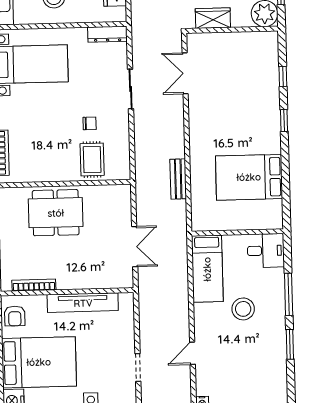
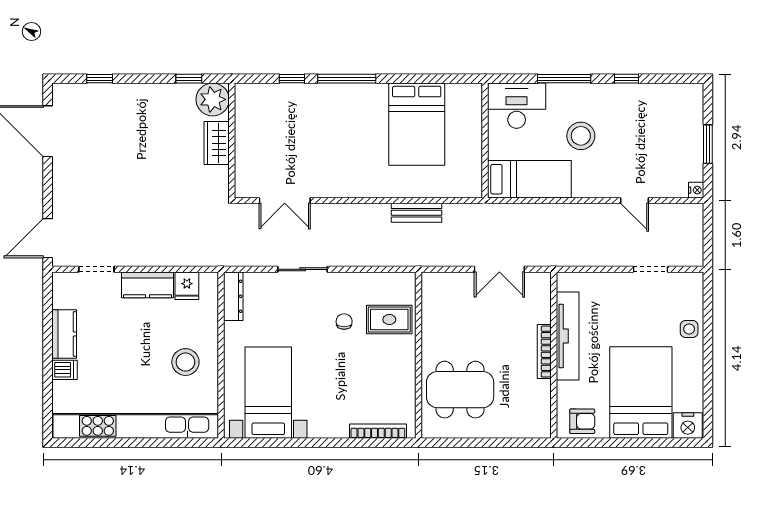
wardrobe: (213, 18) -> (217, 143), moved
window: (284, 120) -> (347, 79), width x2.17
dining table: (56, 213) -> (460, 390), moved, turned 90
double door: (135, 247) -> (499, 269), swing flipped
desk: (266, 251) -> (517, 106), width x1.37
bookcase: (34, 285) -> (544, 352), moved
window: (290, 344) -> (626, 79), width x0.67

